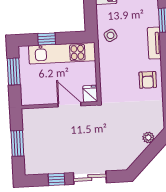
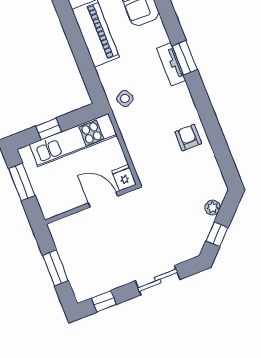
tv unit: (154, 43) -> (171, 64), moved
armchair: (148, 80) -> (188, 138), turned 180
window: (145, 158) -> (217, 234), added
window: (57, 179) -> (104, 301), moved

